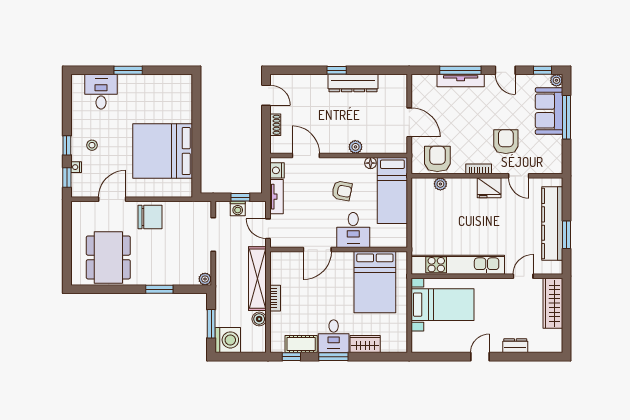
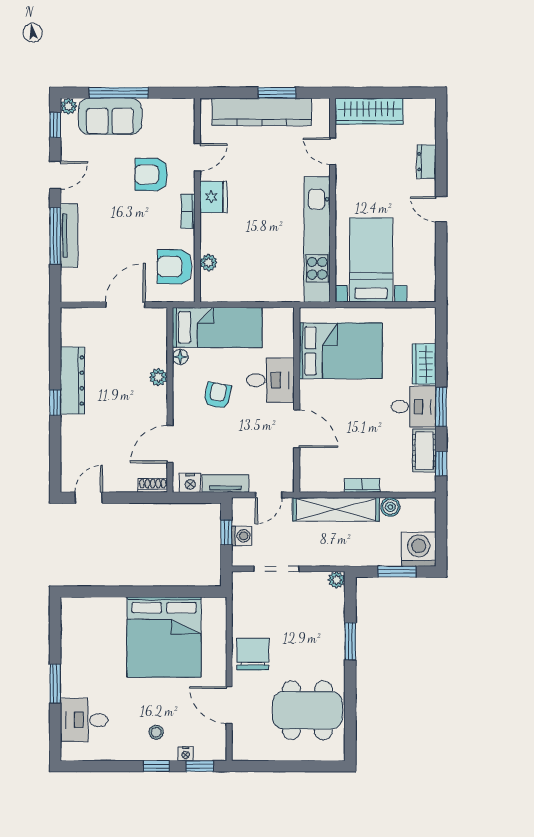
shoe rack: (275, 125) -> (153, 485), moved

